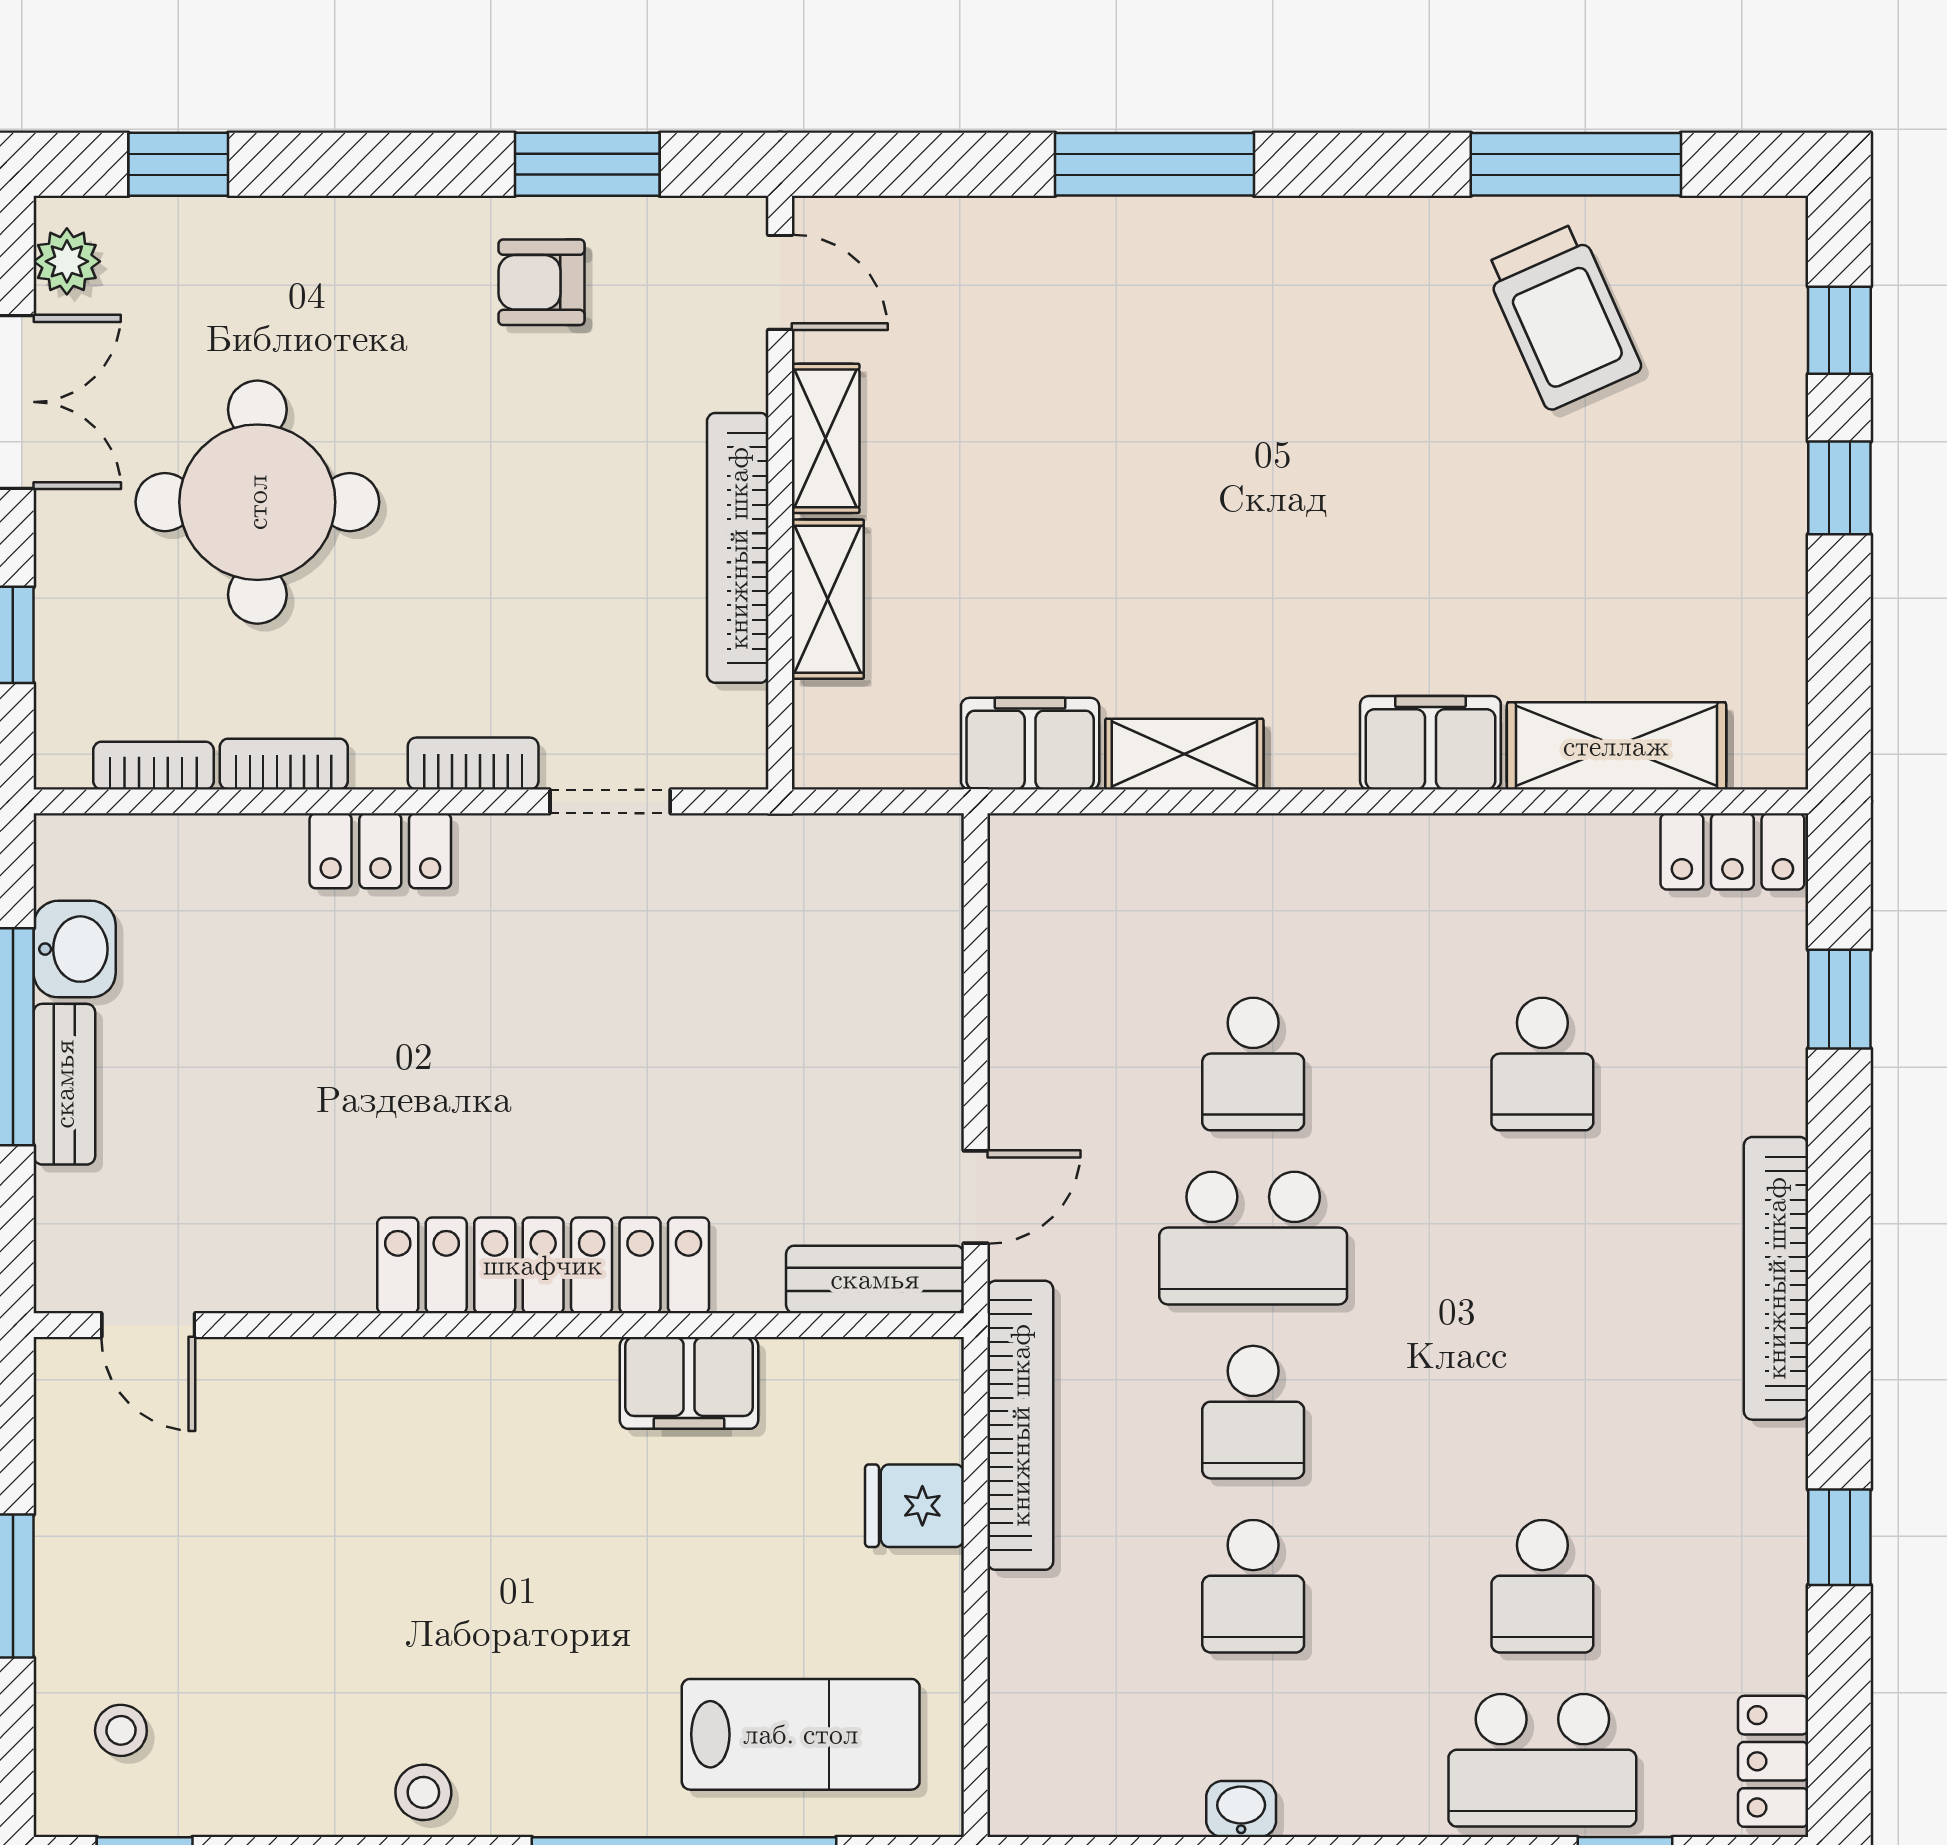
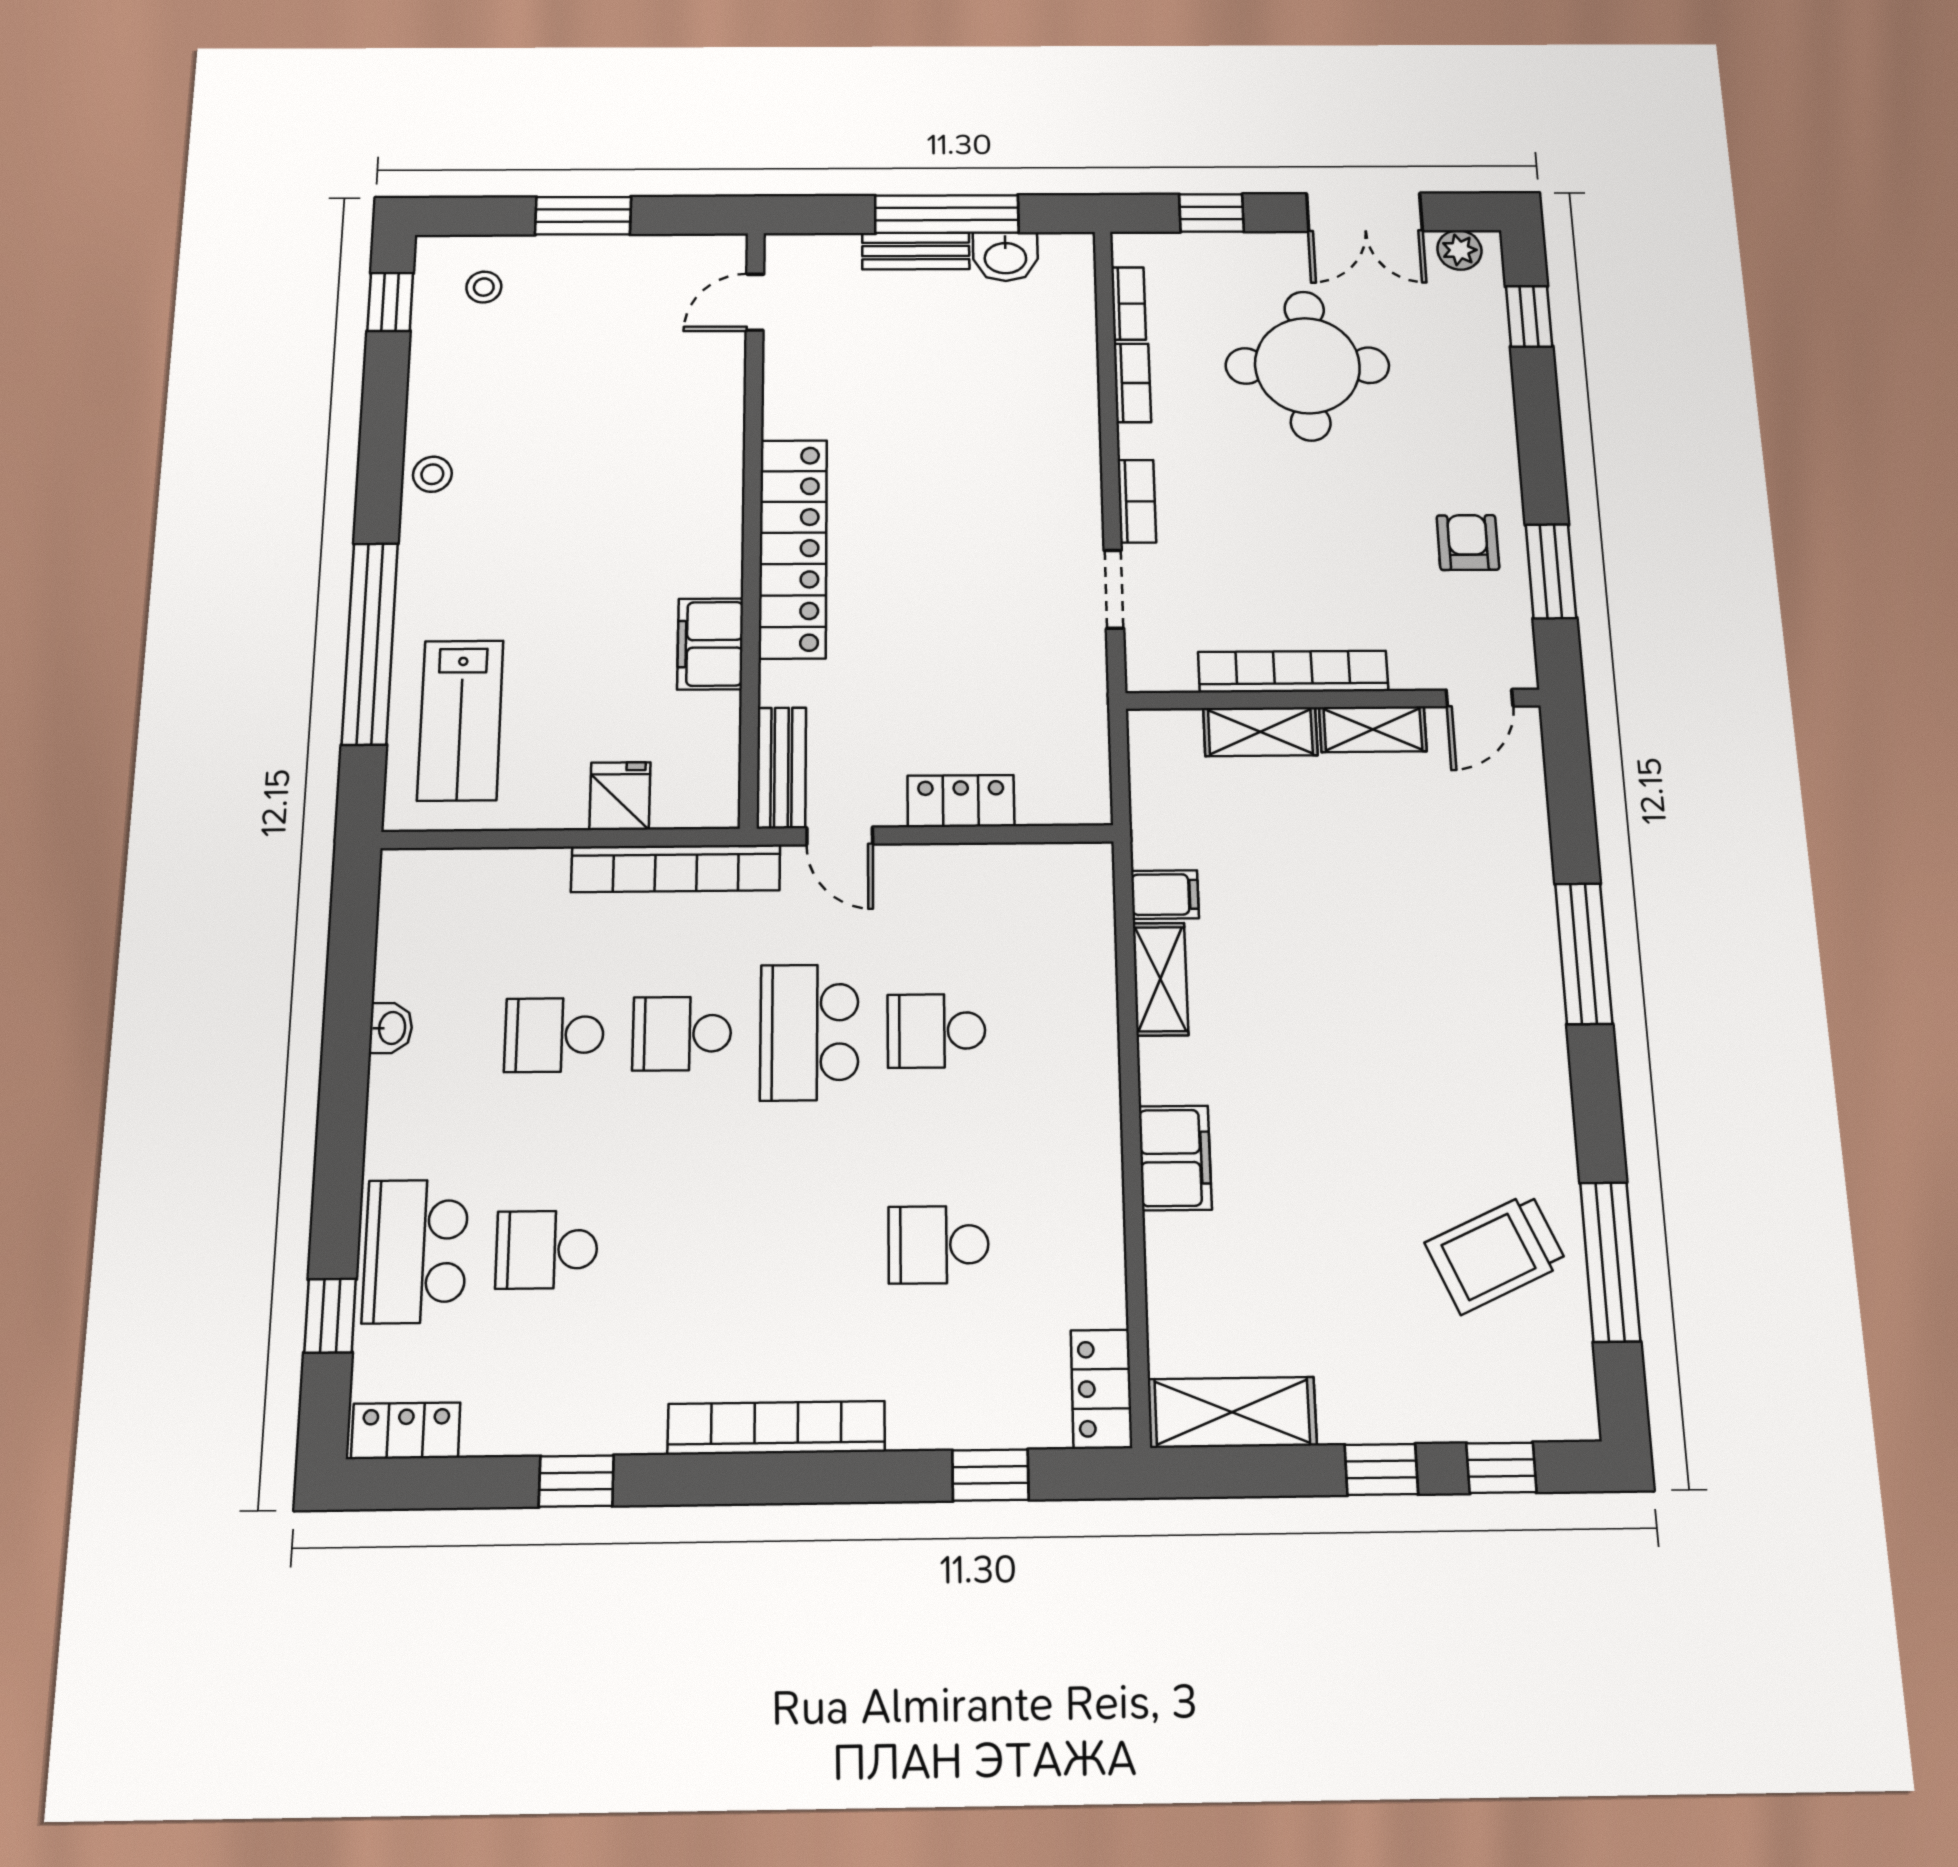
filing cabinet: (1030, 744) -> (1165, 895), width x0.50
shelving: (1616, 746) -> (1232, 1412), moved, turned 90
locker: (380, 851) -> (961, 801), moved, turned 90

